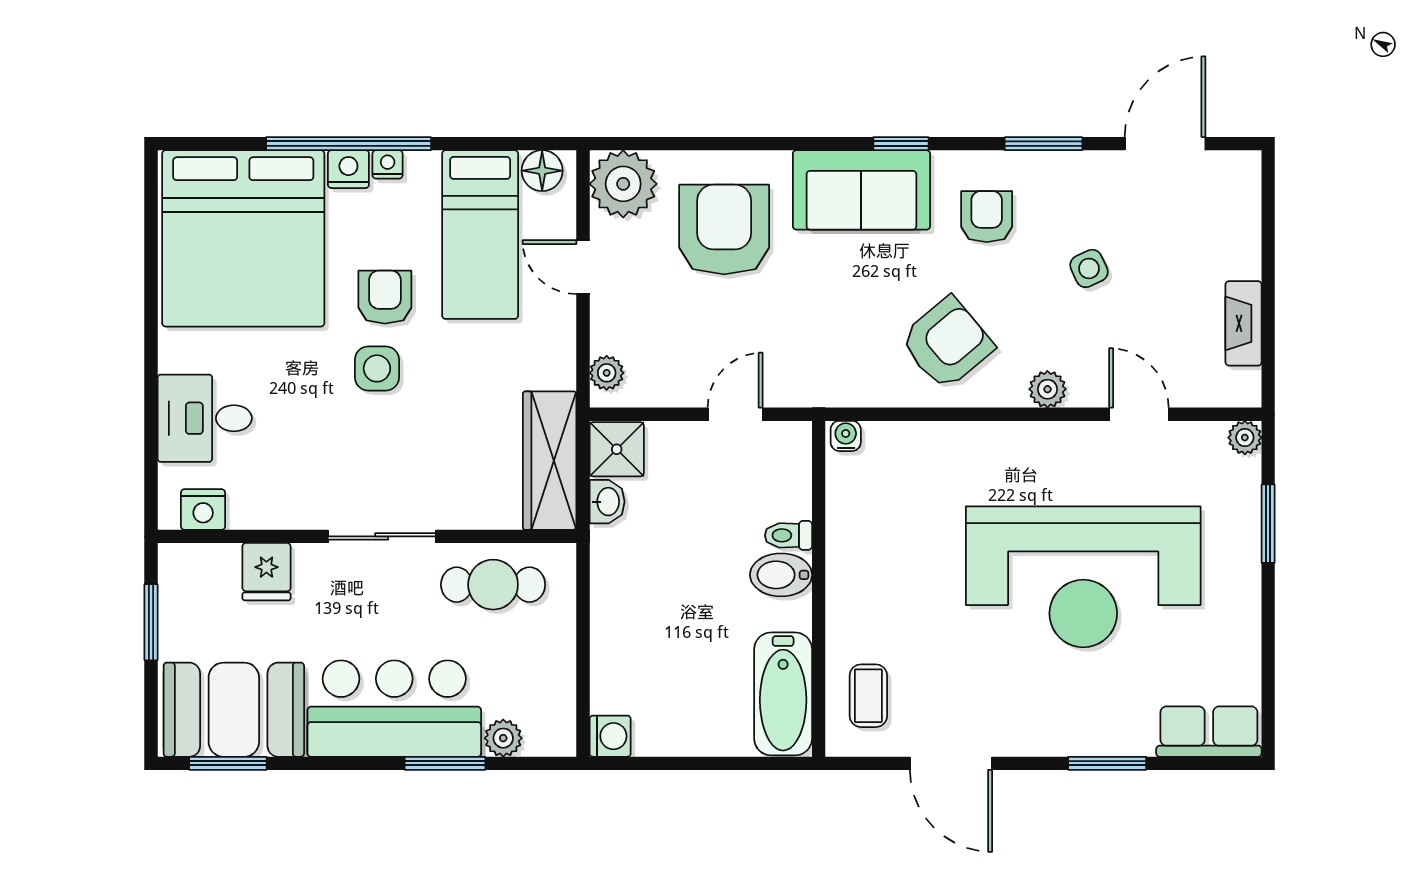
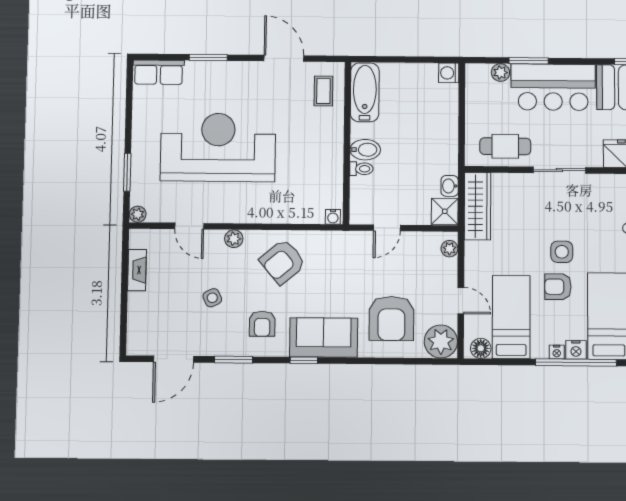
armchair: (385, 297) -> (558, 287), turned 90

